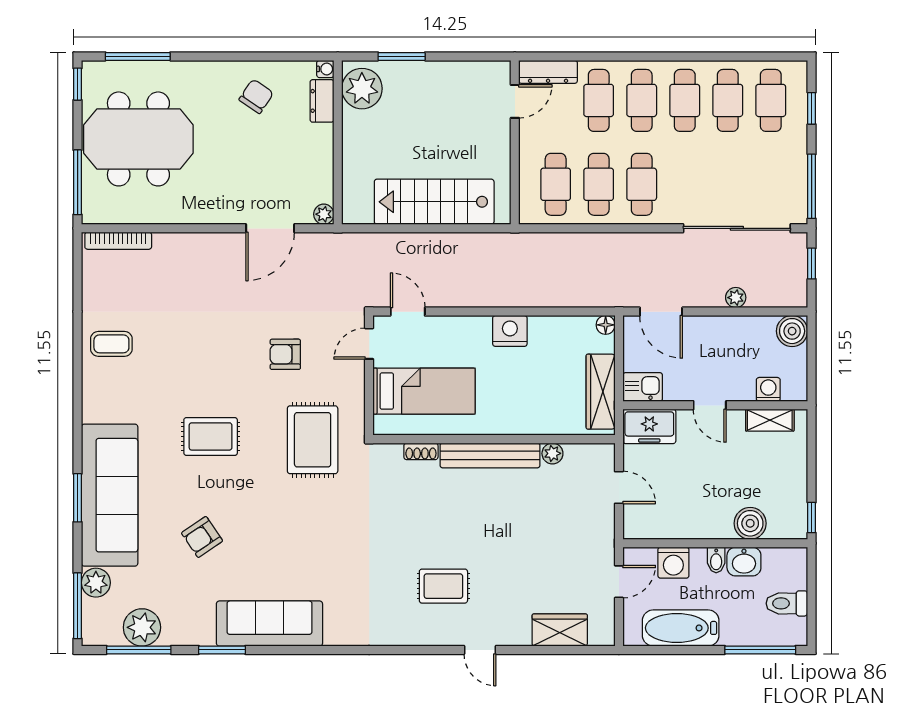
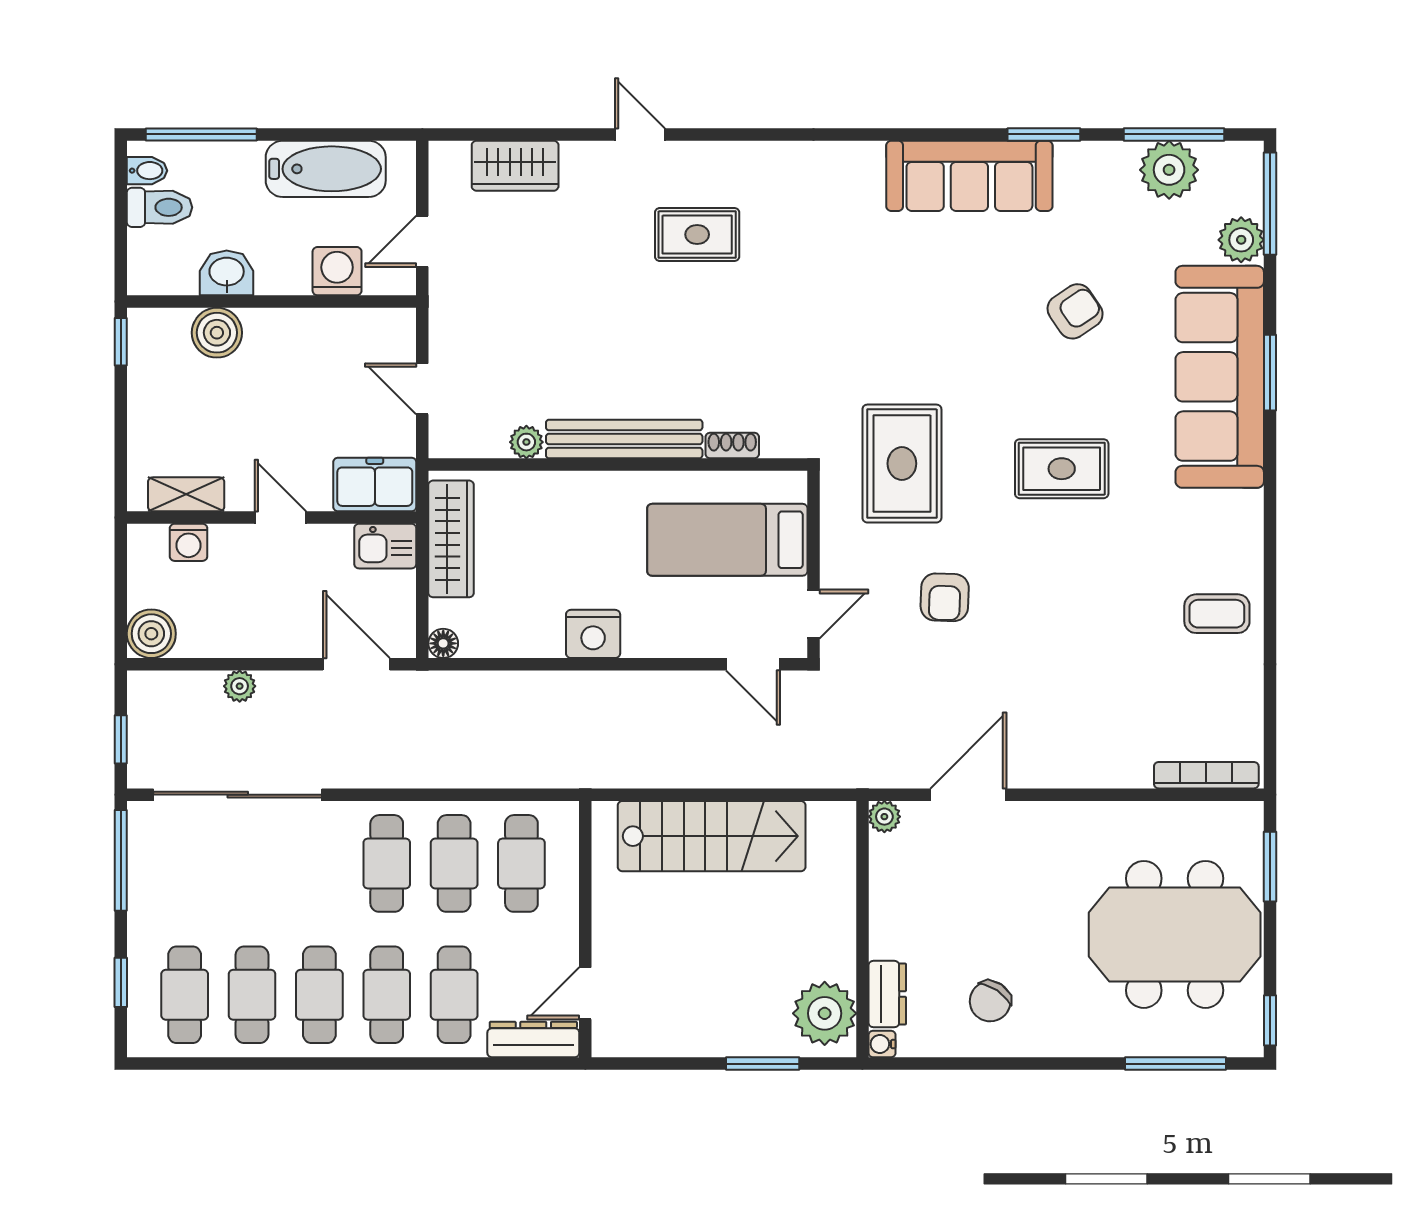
window: (78, 182) -> (1270, 867), width x0.69
armchair: (285, 354) -> (945, 597), turned 92
bidet: (716, 560) -> (147, 171), moved, turned 90

